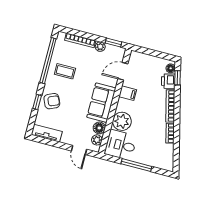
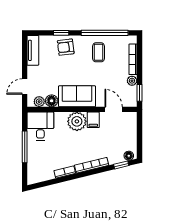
printer: (168, 81) -> (115, 157), removed
armchair: (52, 101) -> (66, 47), turned 107
plant: (122, 121) -> (77, 121), moved

